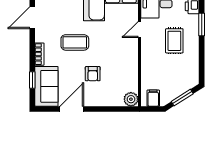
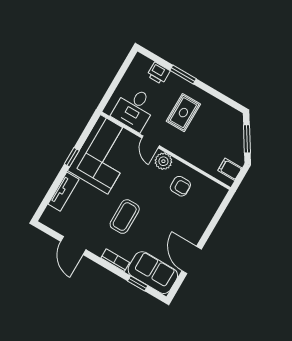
rug: (174, 41) -> (183, 113), turned 90
armchair: (93, 74) -> (180, 186), moved
plant: (131, 99) -> (163, 161), moved

